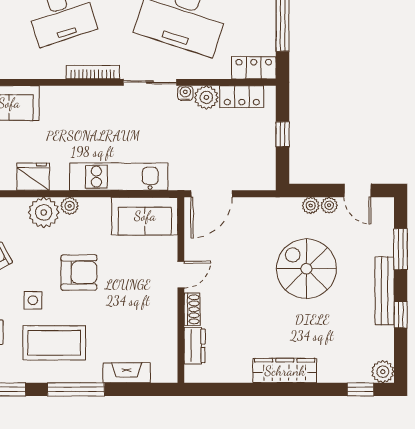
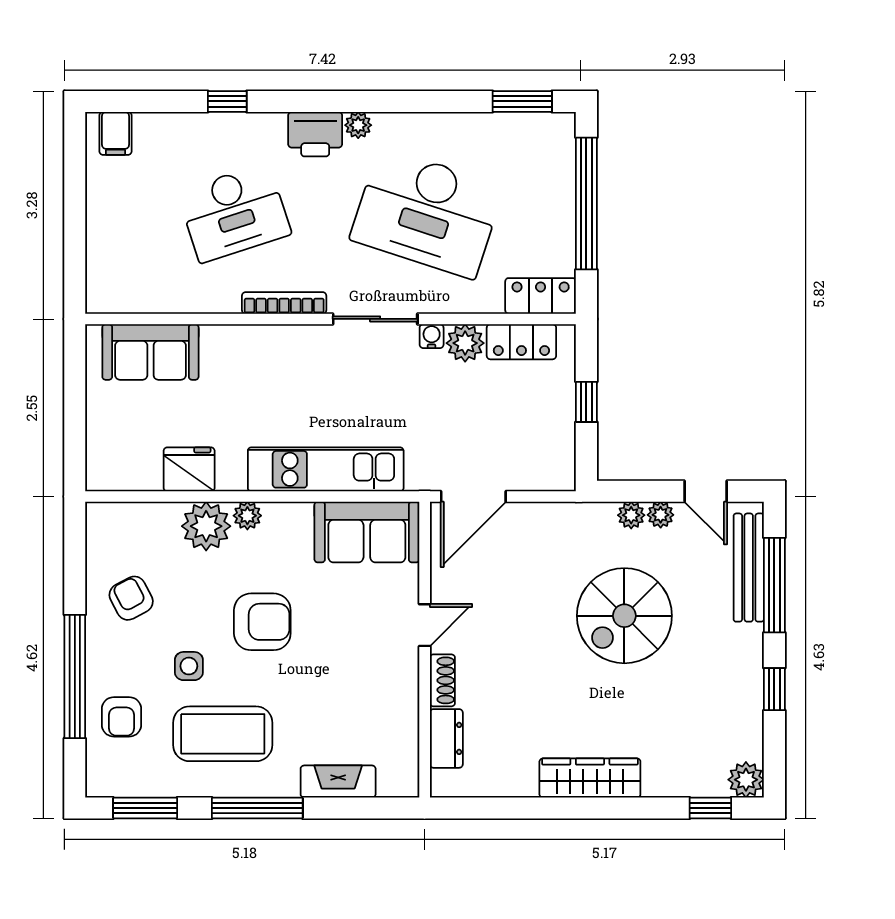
window: (401, 249) -> (774, 585), width x1.44
spiral stairs: (306, 269) -> (624, 616), turned -90
bench: (385, 291) -> (749, 568), moved

